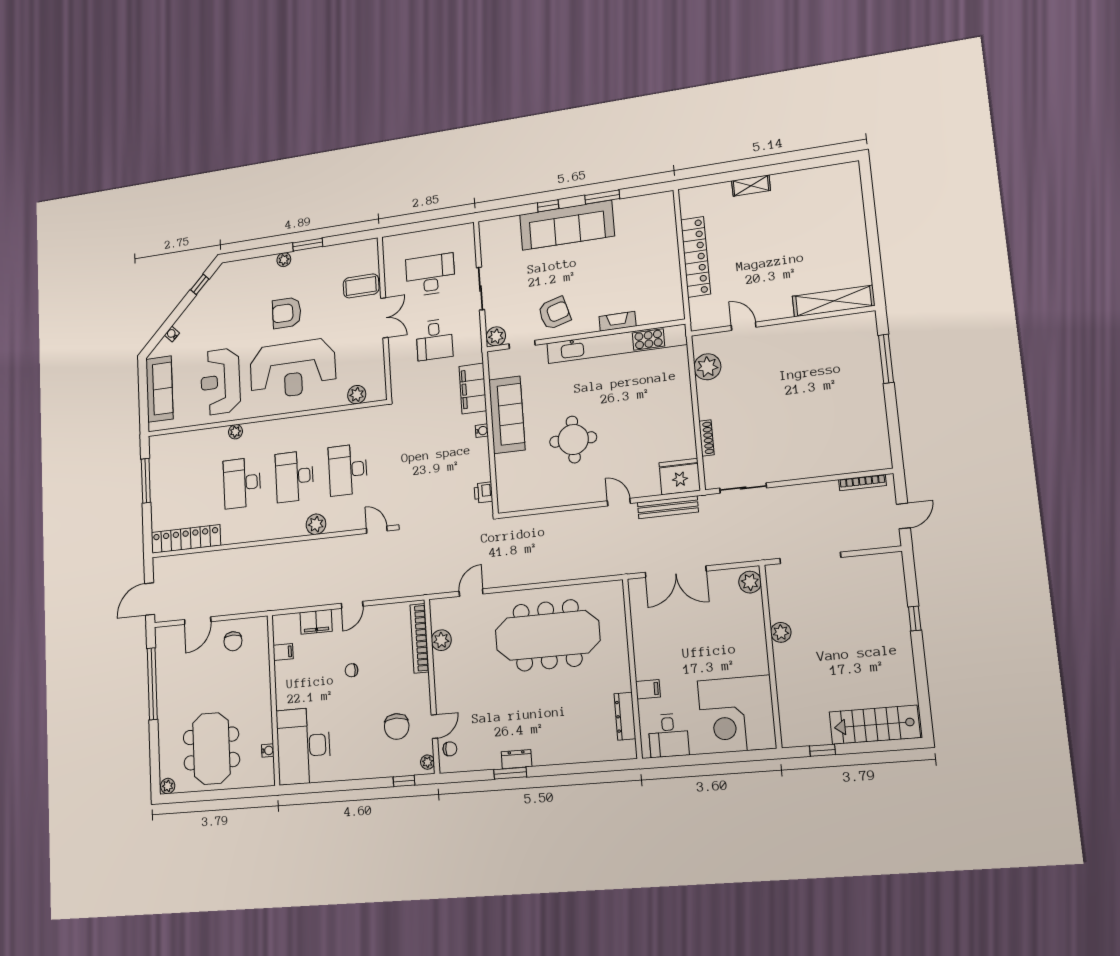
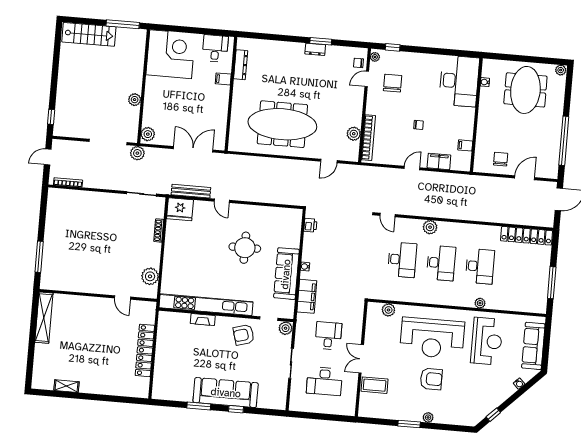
shelving: (751, 186) -> (66, 386), moved
shelving: (834, 301) -> (44, 318), moved, turned 90
reception desk: (293, 369) -> (432, 338), turned 180
plant: (761, 549) -> (137, 153), added
window: (915, 618) -> (51, 117), moved
window: (822, 750) -> (123, 24), width x2.17

